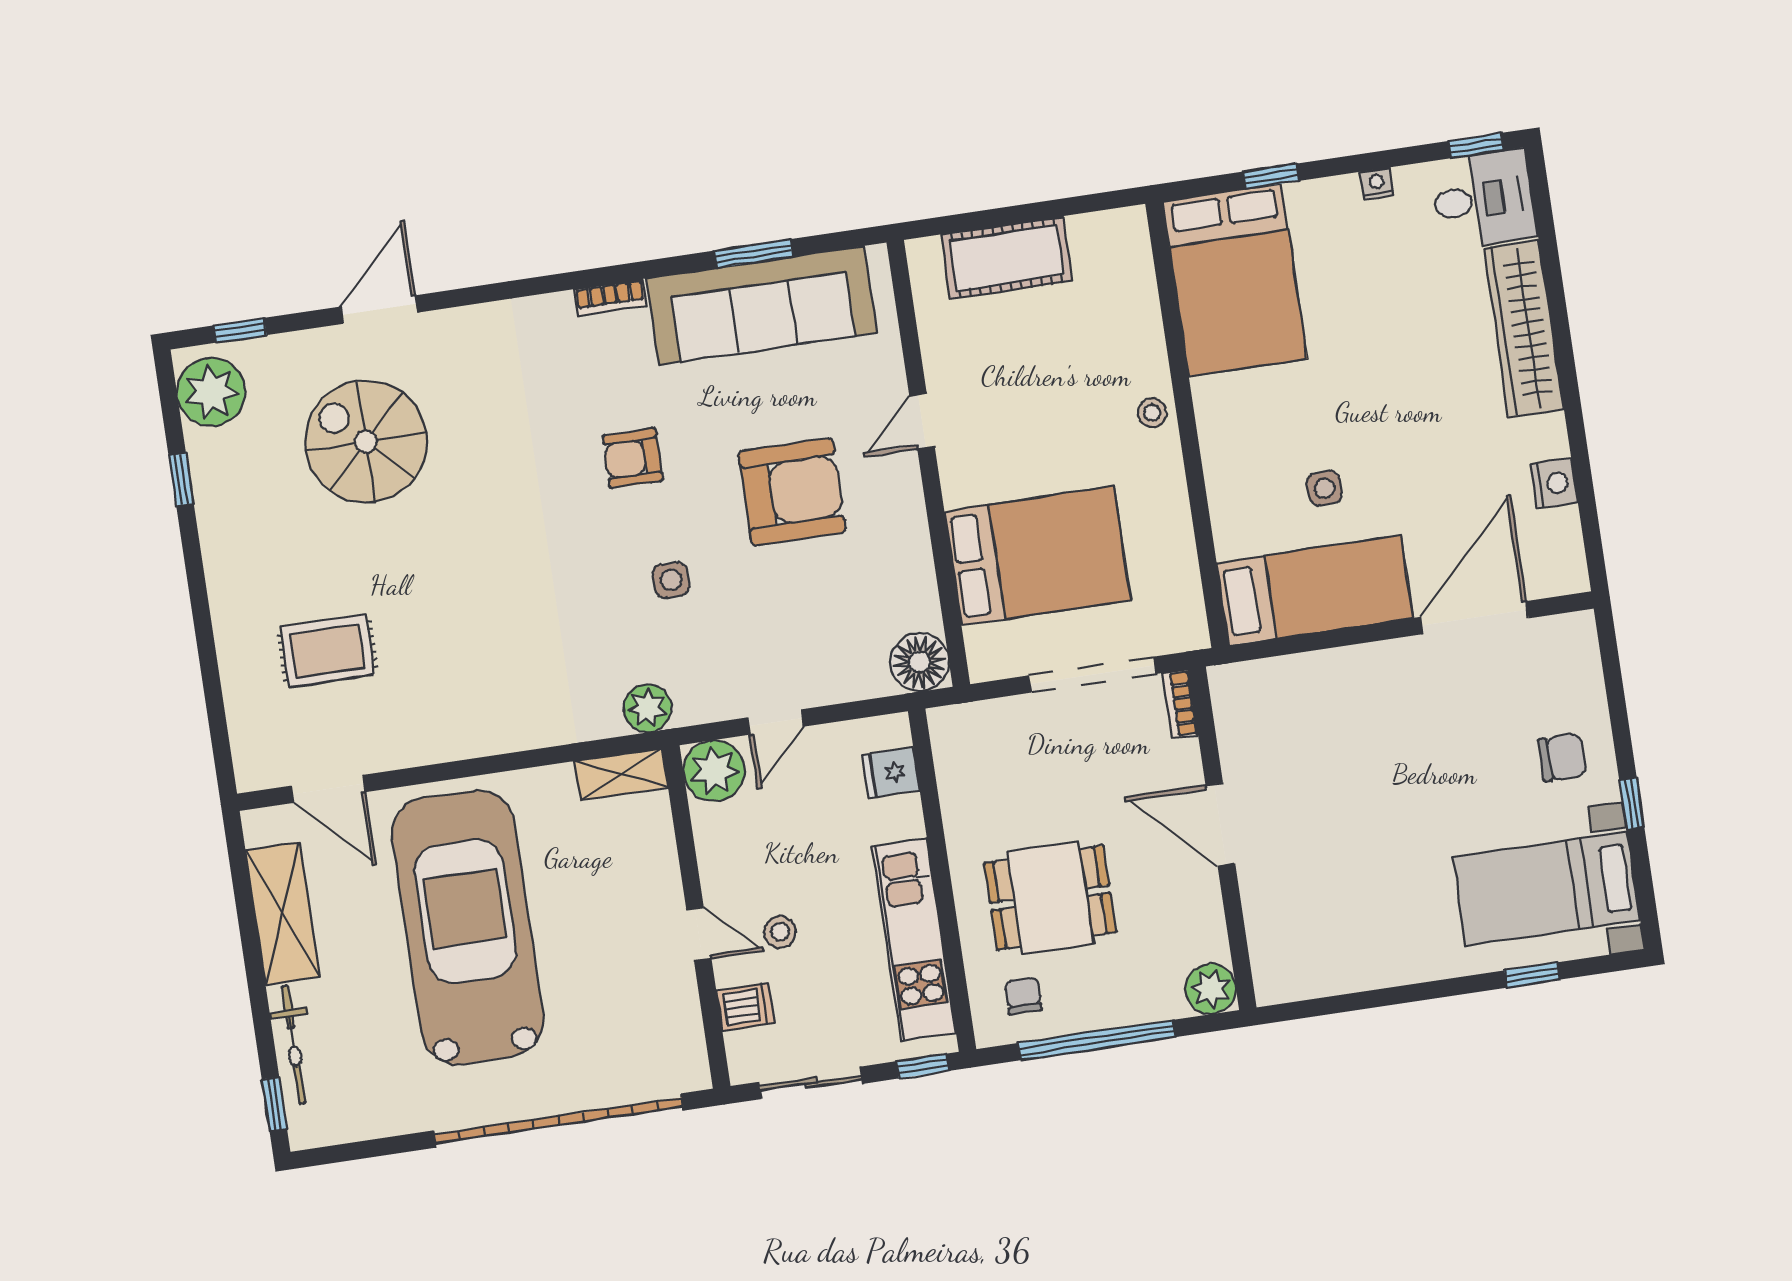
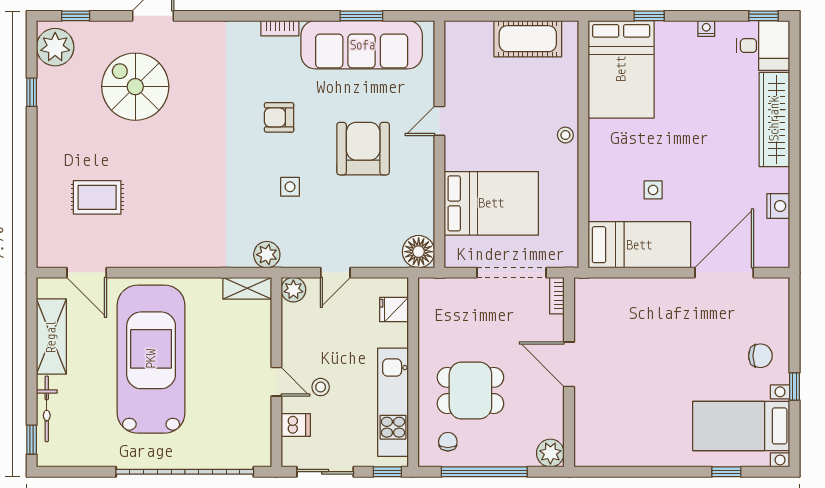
cot: (1007, 258) -> (528, 39), moved
armchair: (792, 492) -> (363, 149), turned -90
plant: (714, 771) -> (293, 290), width x0.73, depth x0.73

